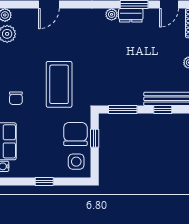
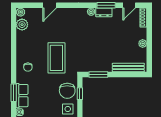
window: (163, 109) -> (125, 75), removed
chair: (75, 134) -> (67, 91), turned 180

